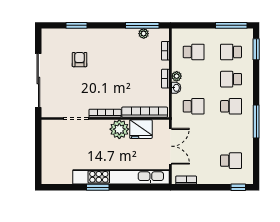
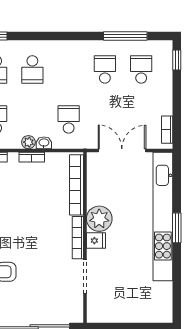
school desk: (231, 106) -> (105, 69), moved
window: (256, 122) -> (125, 36), moved
fridge: (141, 129) -> (96, 241), moved, width x0.53, depth x0.75
window: (98, 187) -> (177, 228), moved

